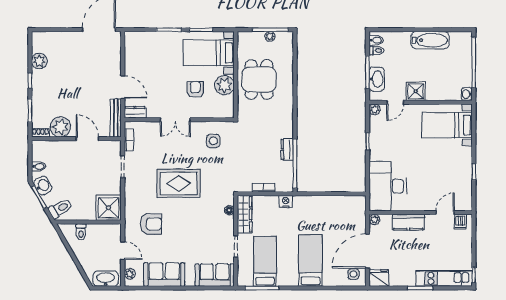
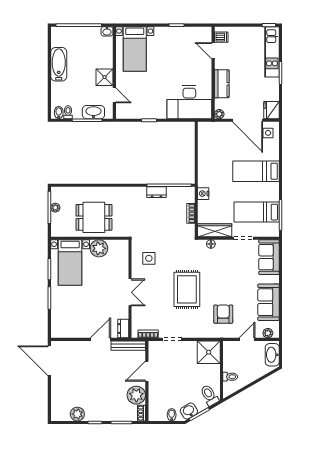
armchair: (195, 89) -> (103, 275), removed
plant: (375, 109) -> (121, 114), removed

